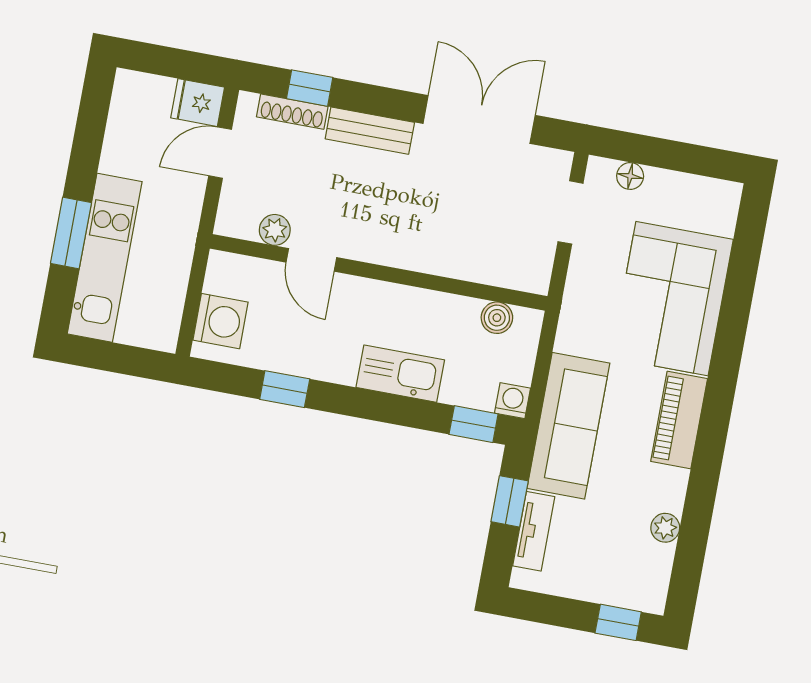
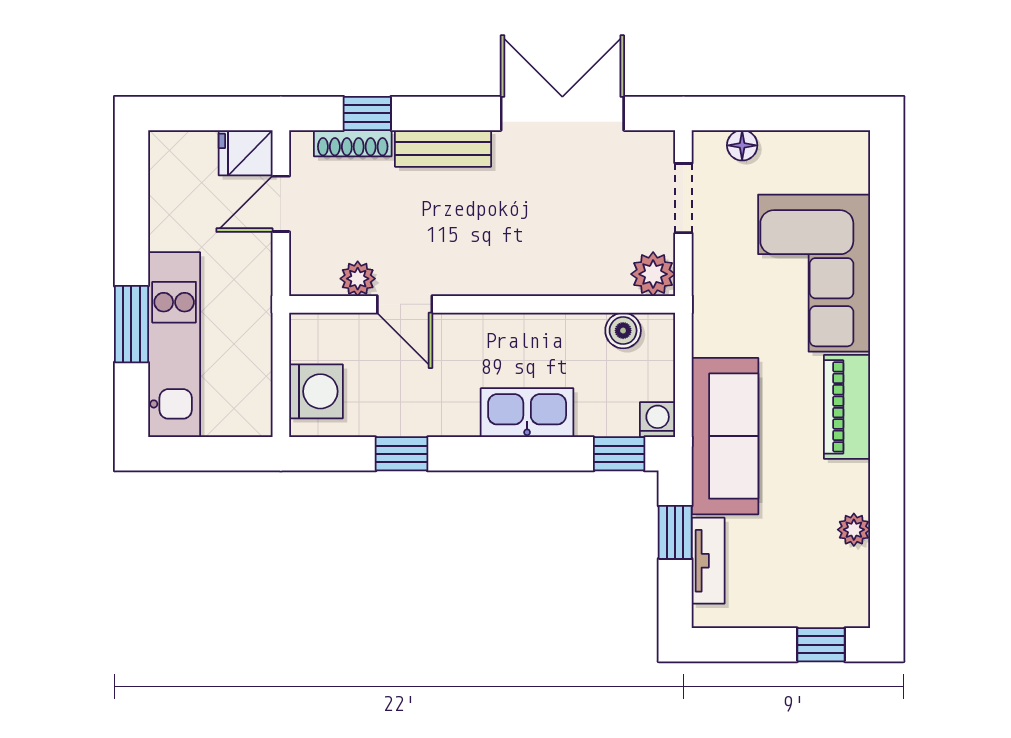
plant: (532, 273) -> (653, 274), added

